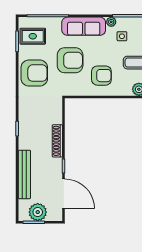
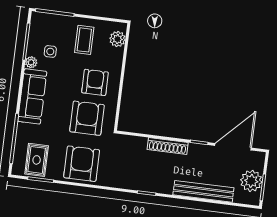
armchair: (70, 60) -> (87, 118), moved

